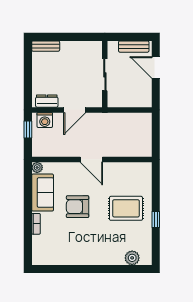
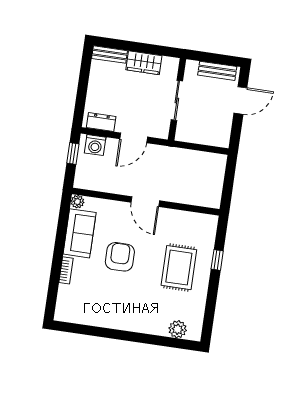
wardrobe: (74, 49) -> (144, 63), added
door: (156, 68) -> (240, 100), swing flipped
armchair: (78, 207) -> (120, 257), turned 90
rug: (126, 208) -> (179, 268), turned 90
window: (156, 220) -> (217, 260), moved

